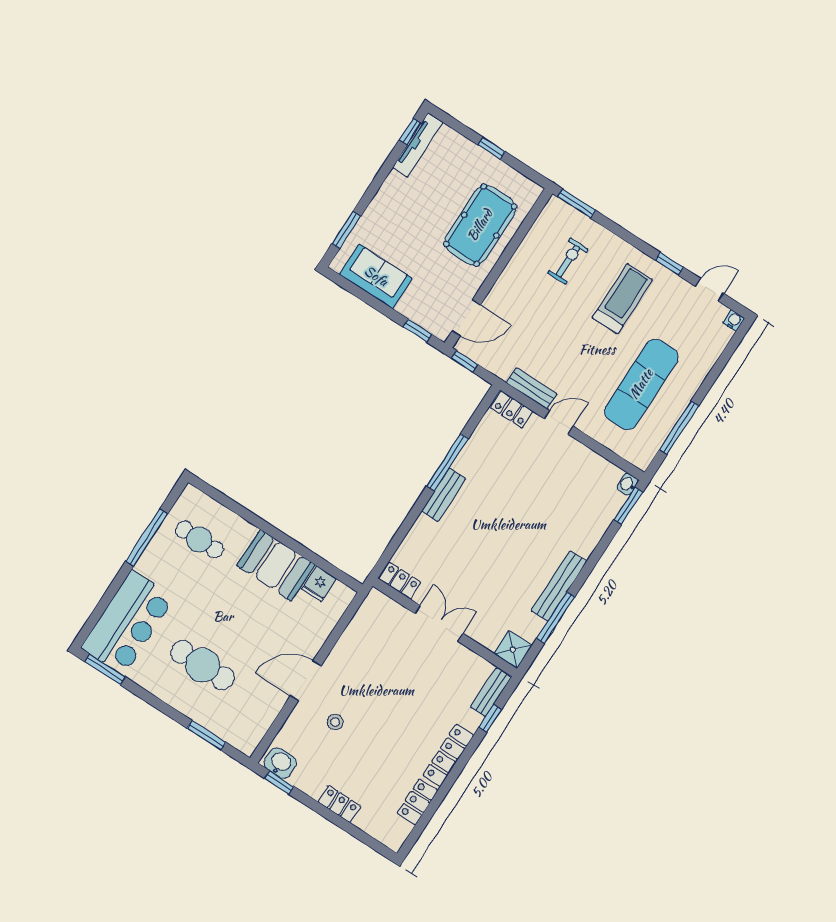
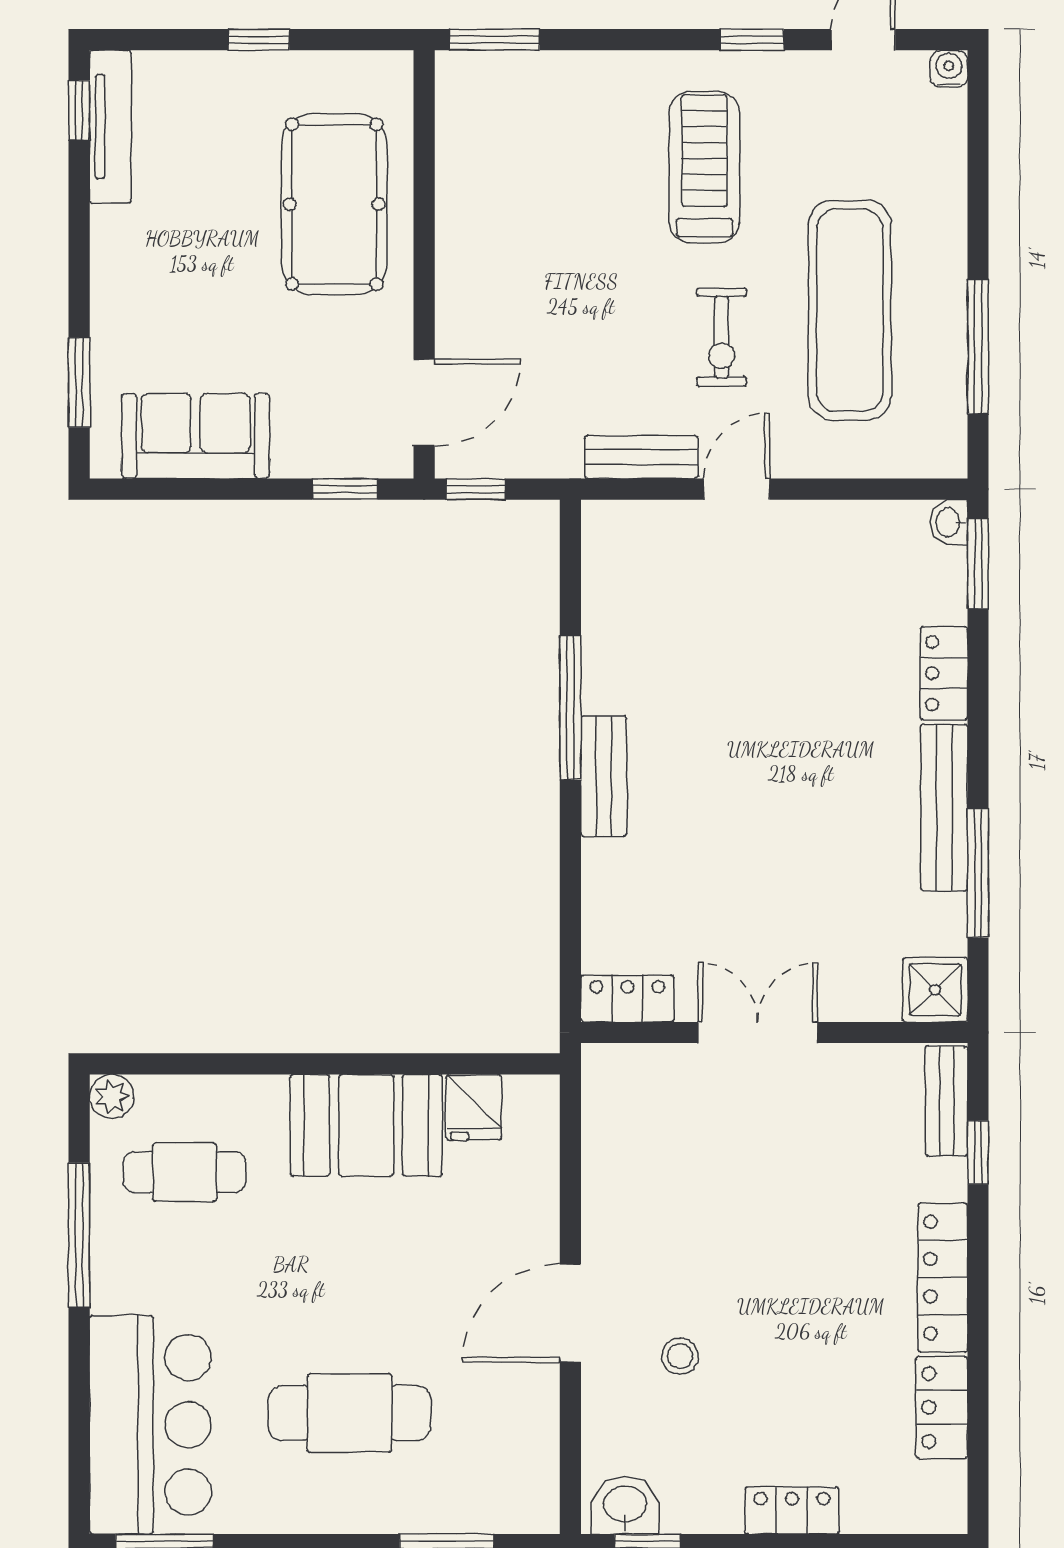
exercise bike: (568, 261) -> (722, 337), moved, turned 180
locker: (512, 409) -> (944, 673), moved, turned 90
plant: (191, 495) -> (112, 1096), added

